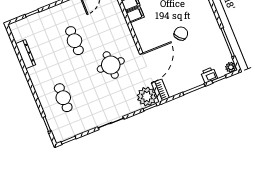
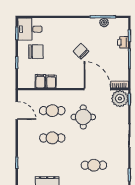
cafe table: (104, 29) -> (52, 111), added
plant: (231, 67) -> (104, 22), moved

